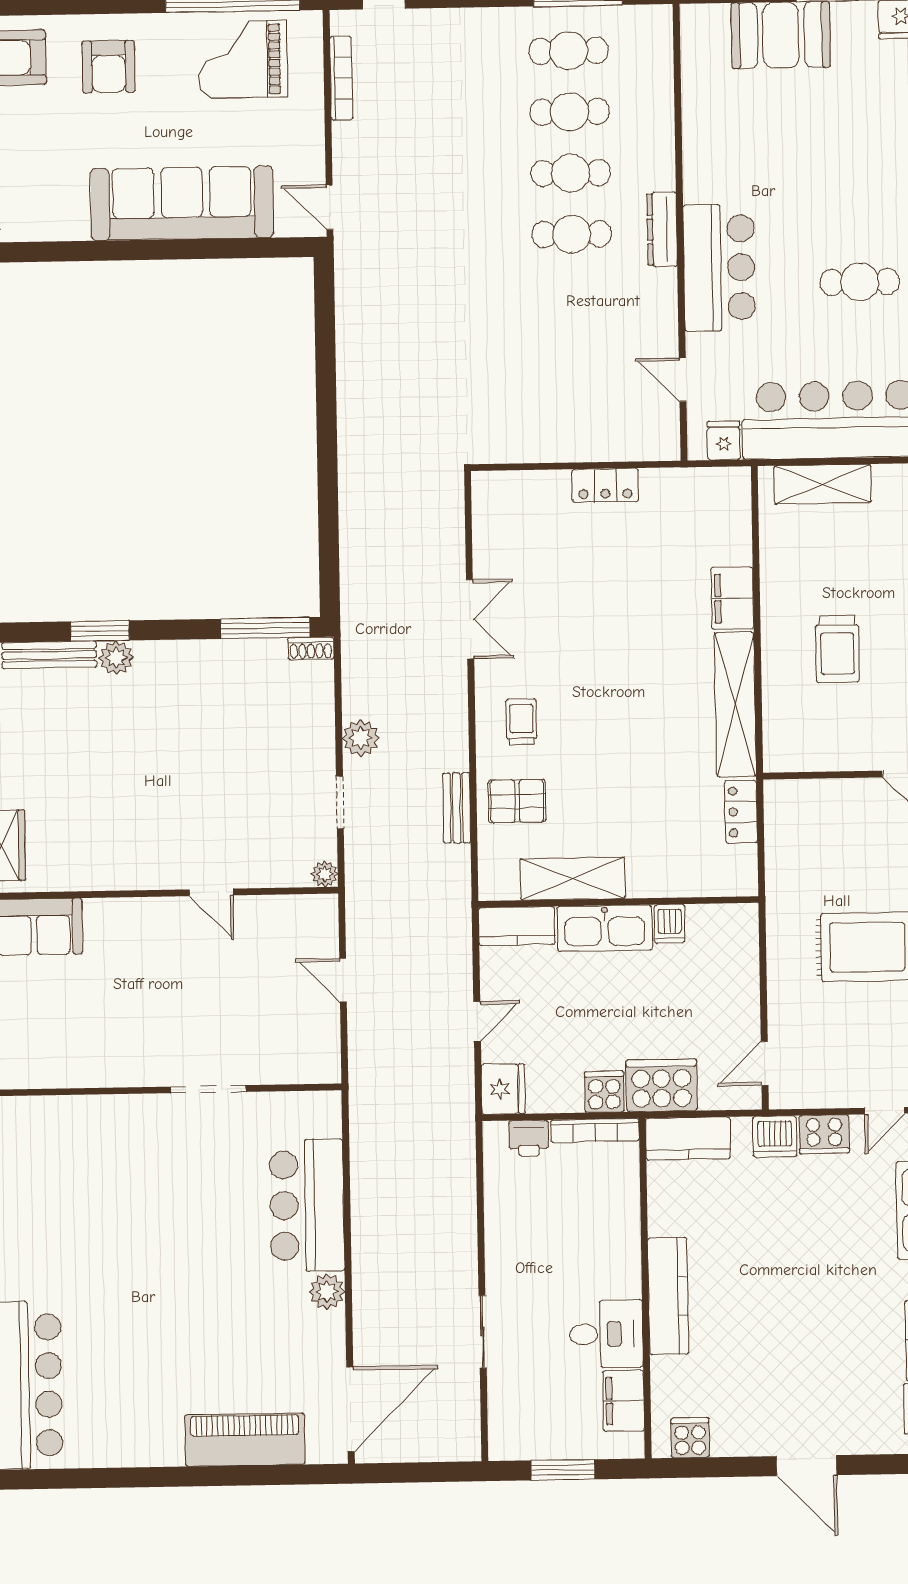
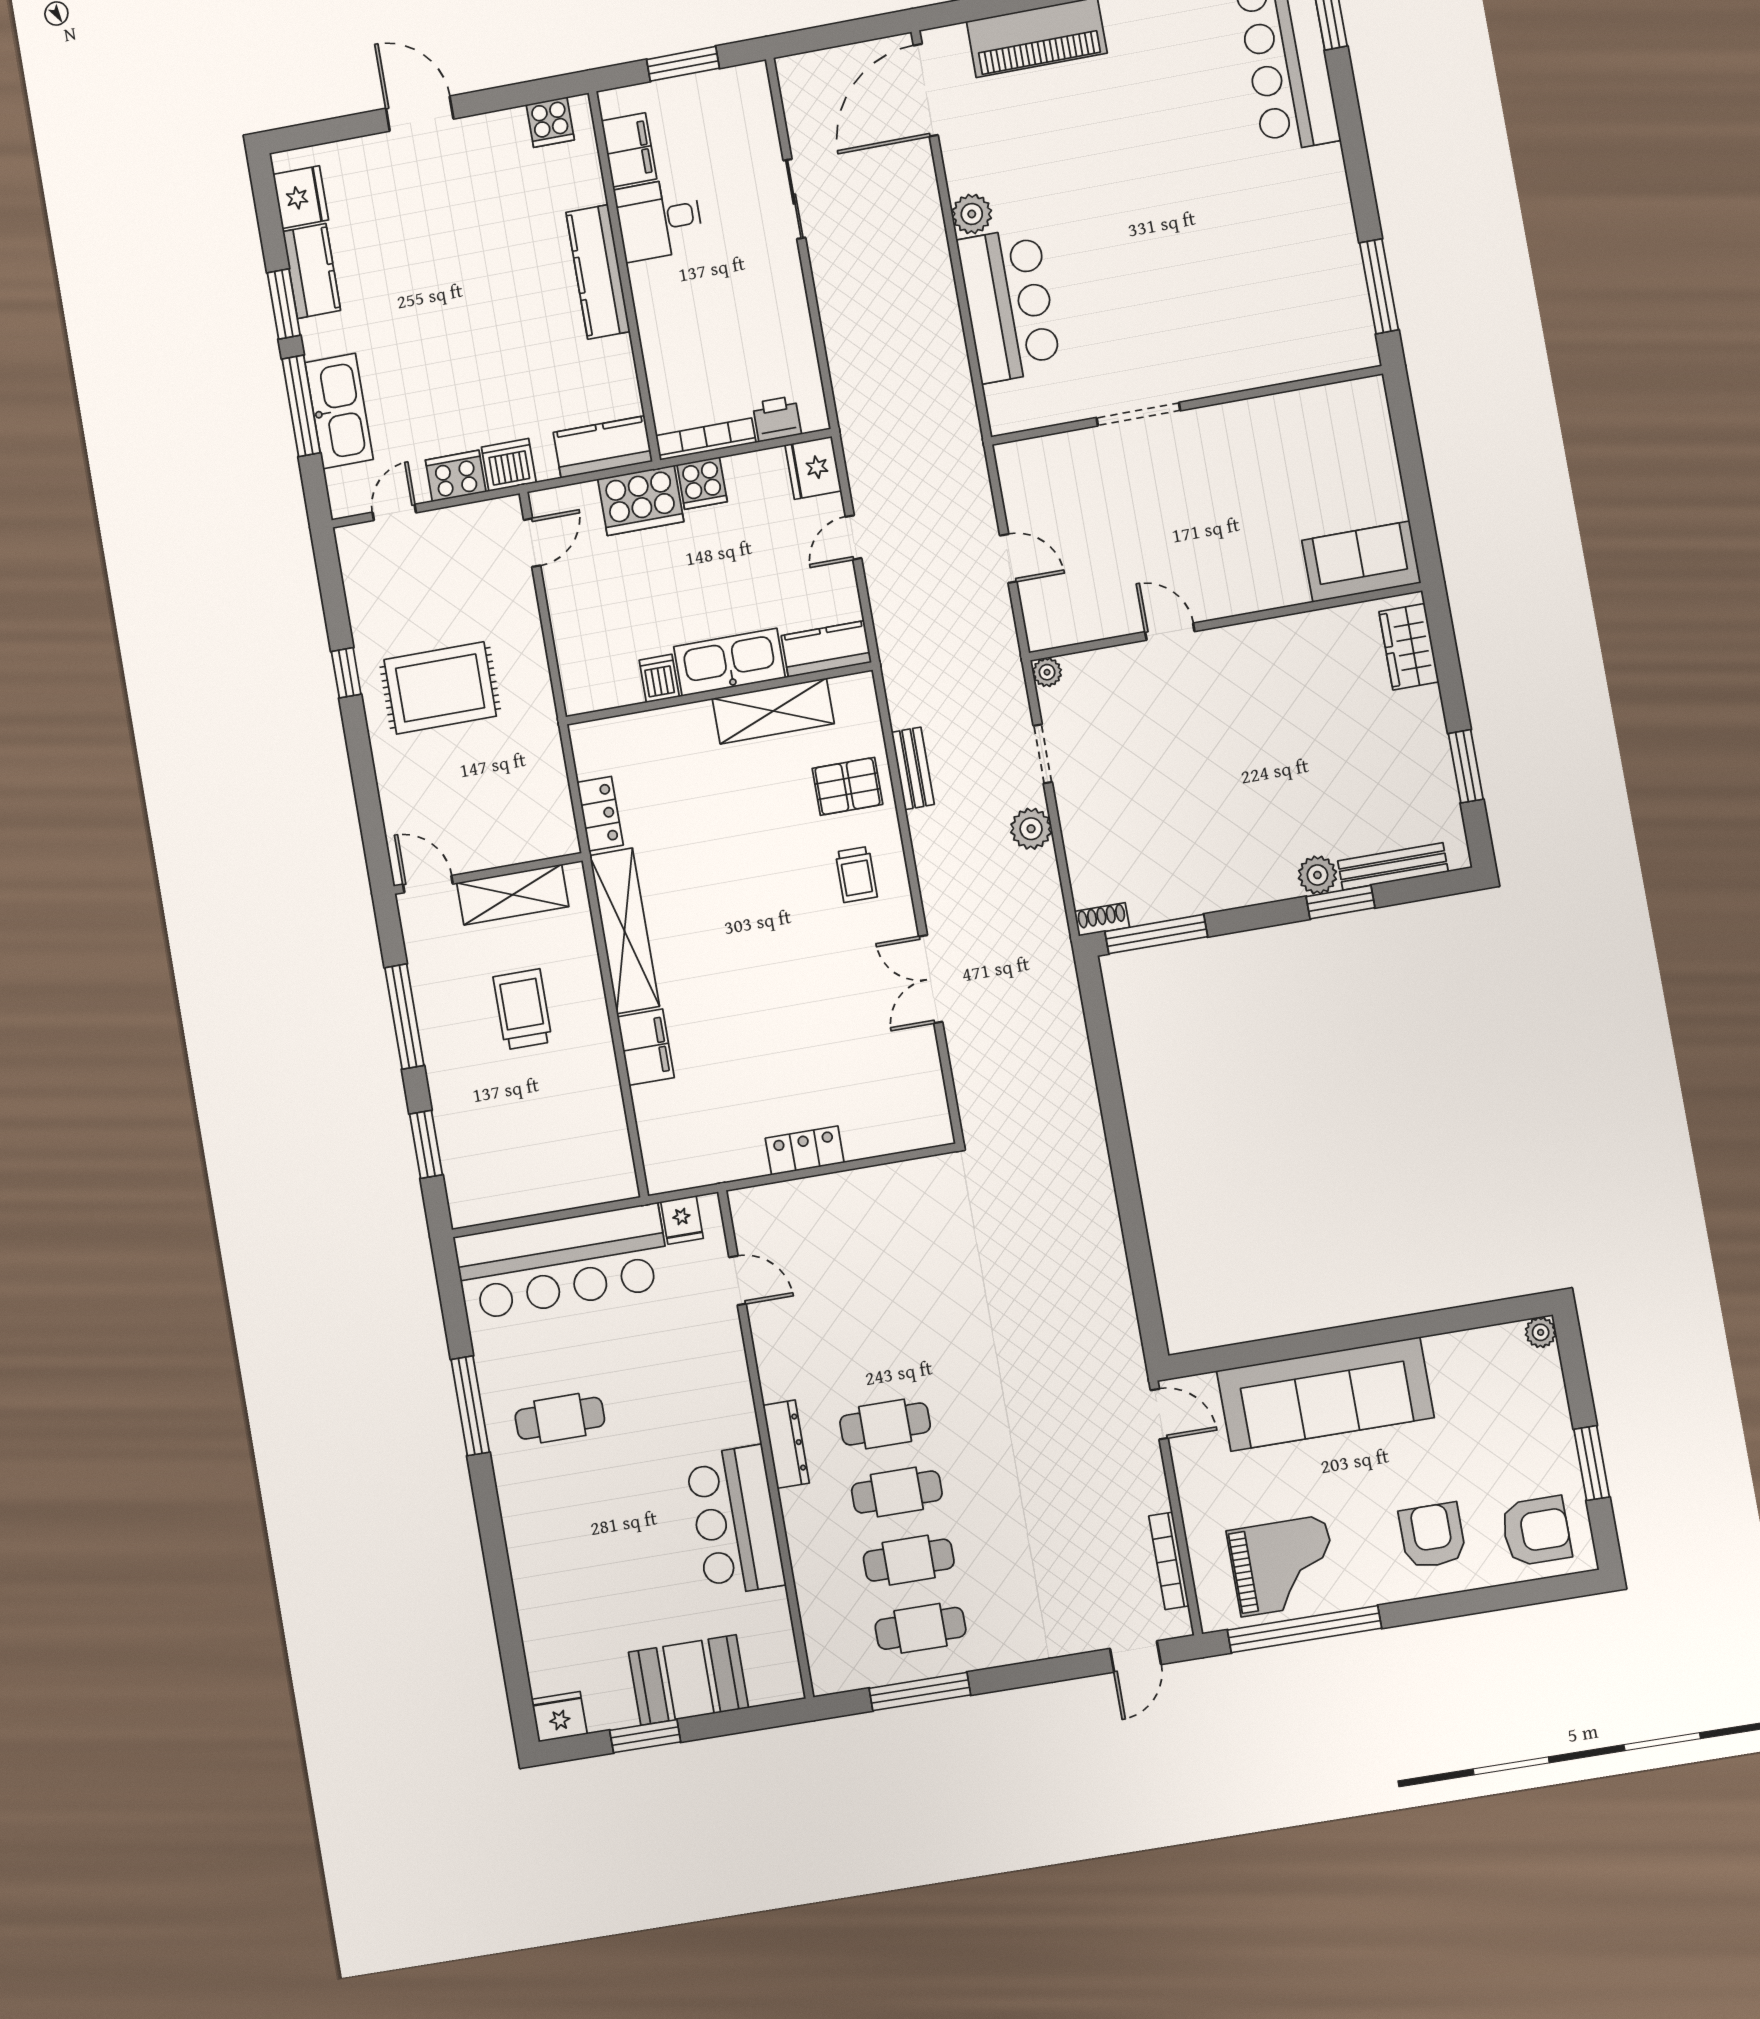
bar counter: (719, 268) -> (735, 1521), moved
shelving: (823, 484) -> (513, 895), moved

